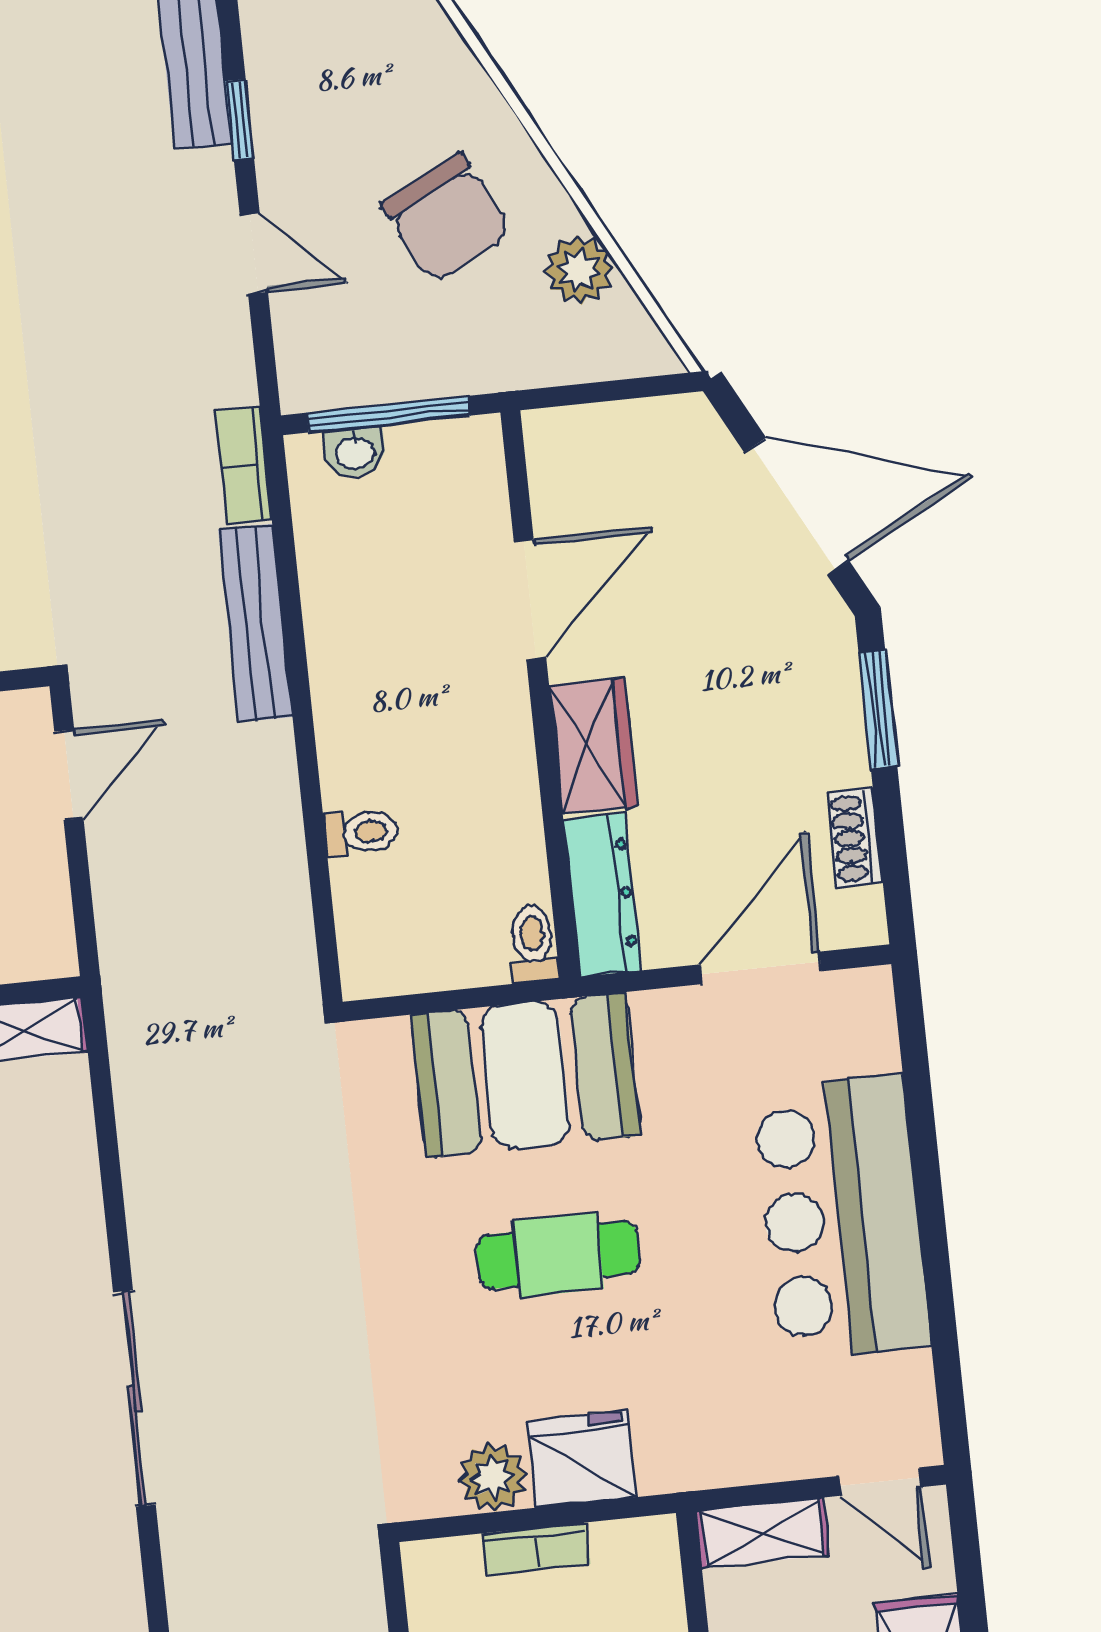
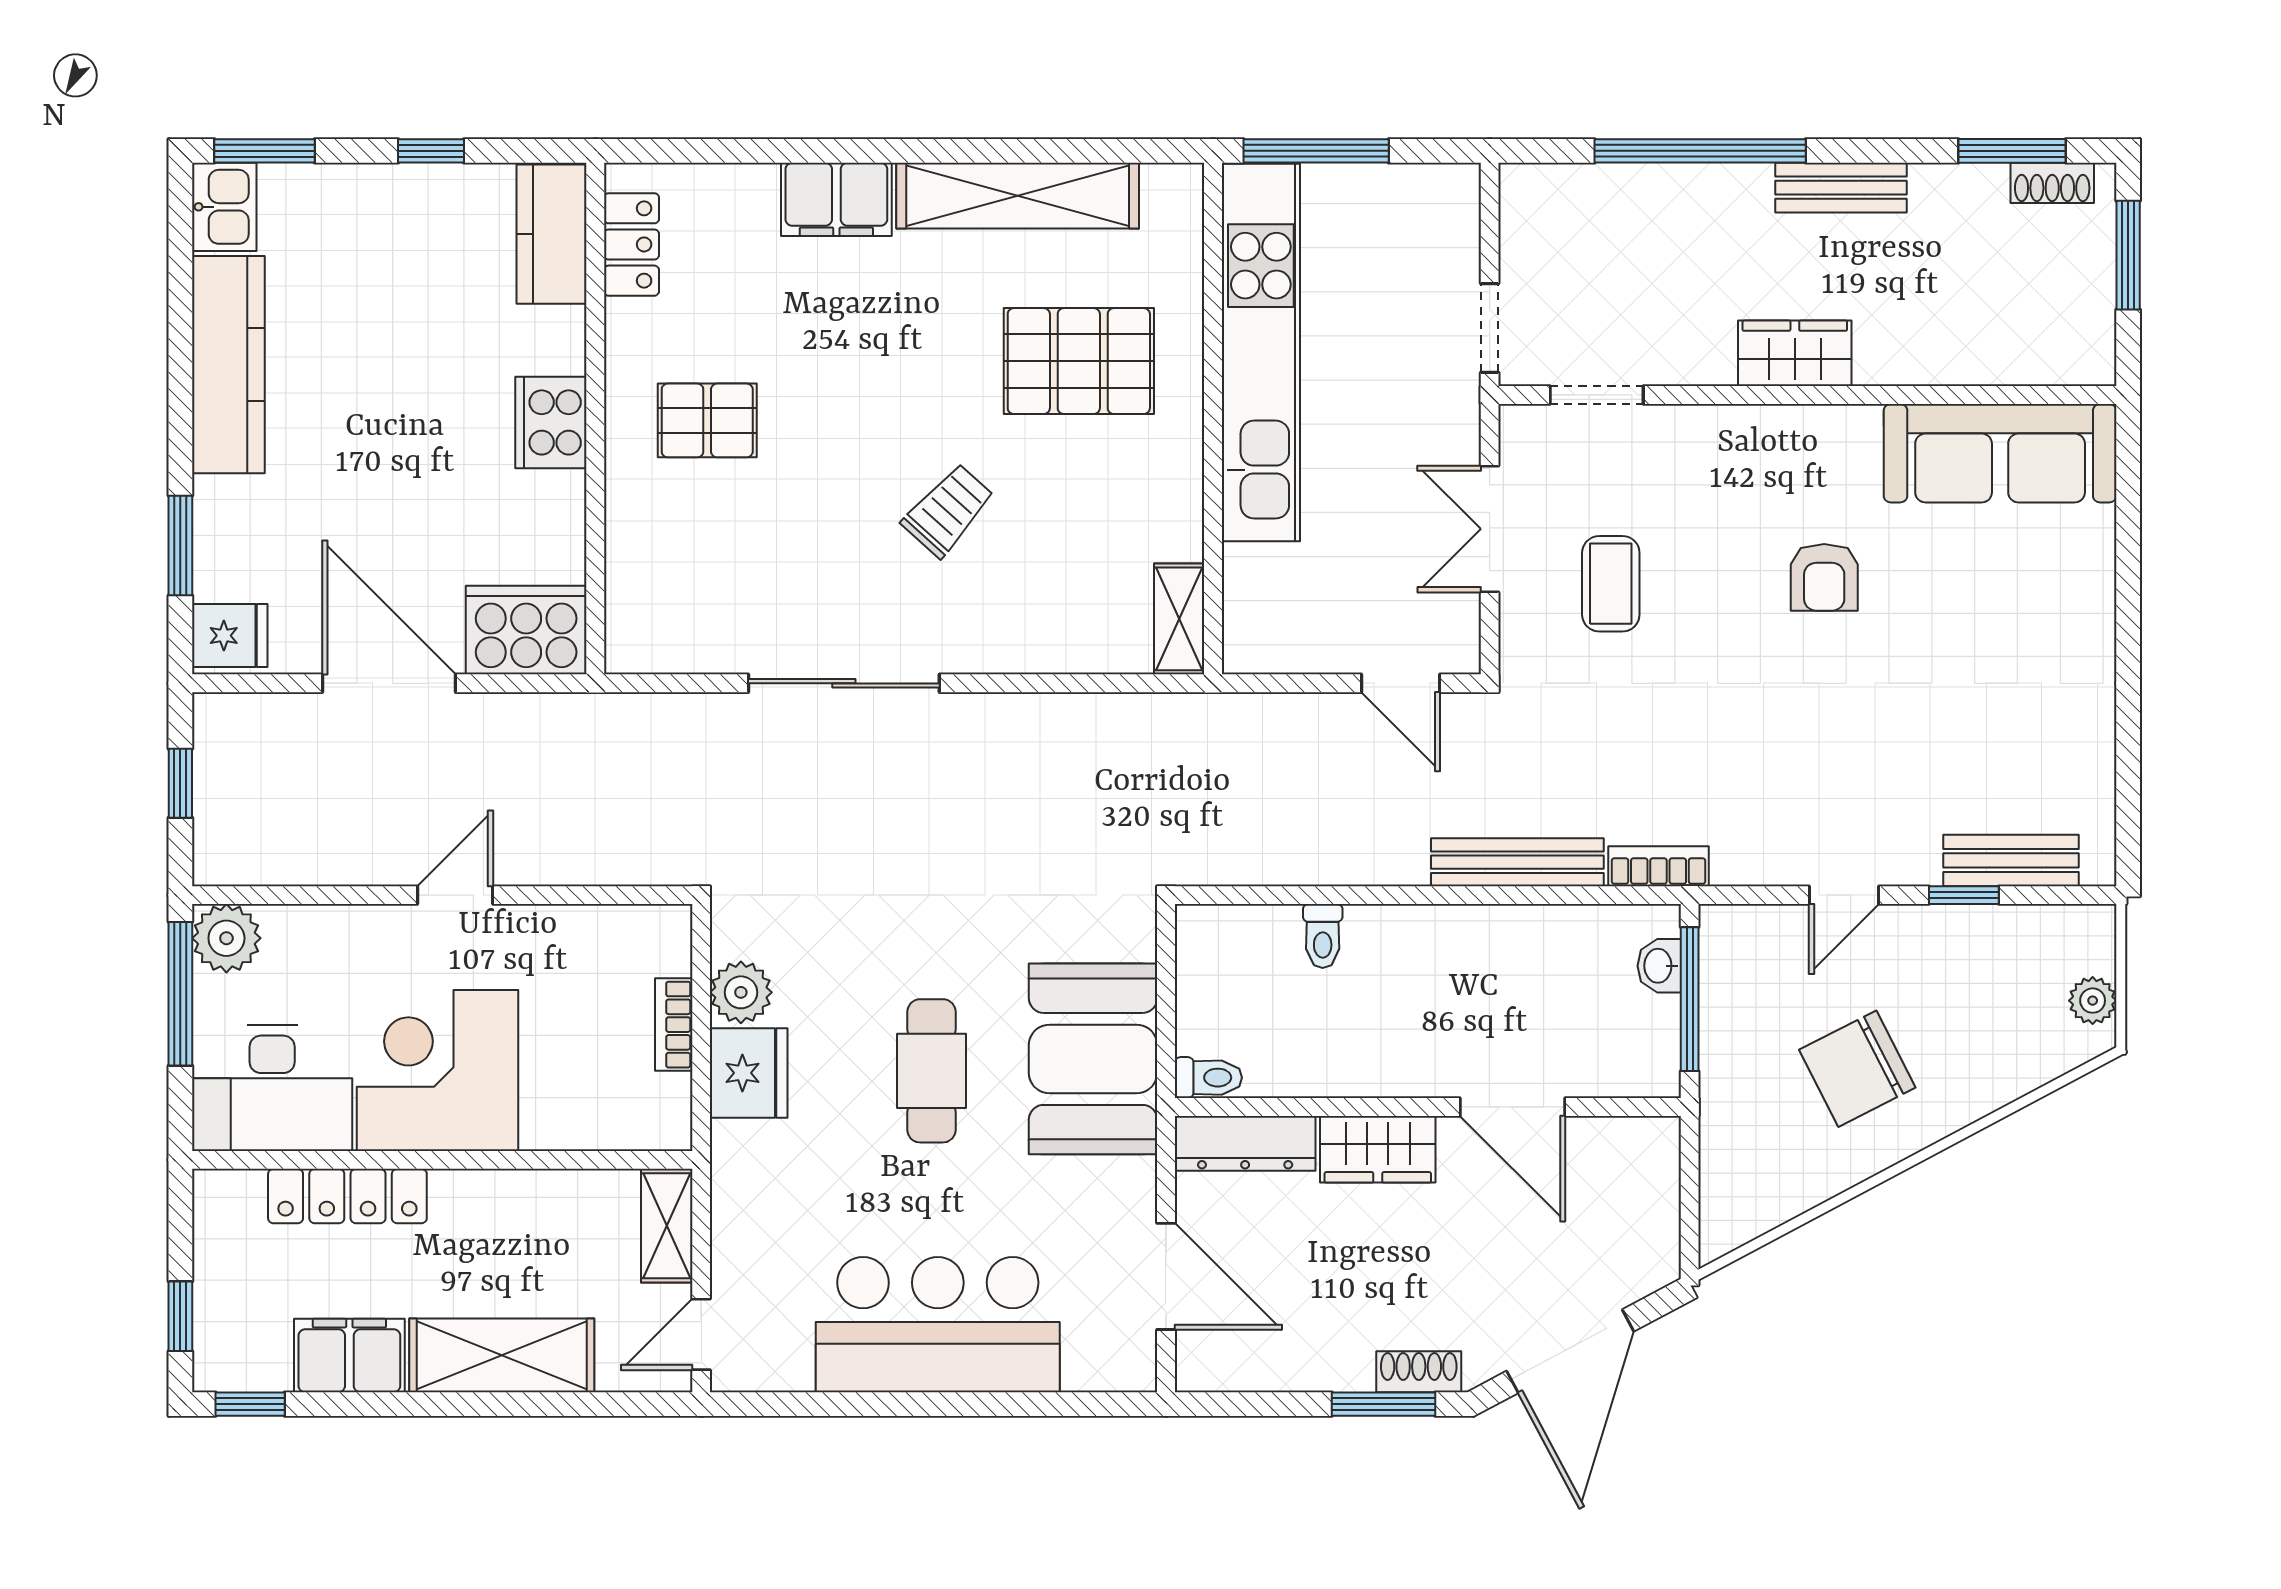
plant: (579, 270) -> (1799, 1181), removed
shoe rack: (855, 838) -> (1419, 1372), moved

